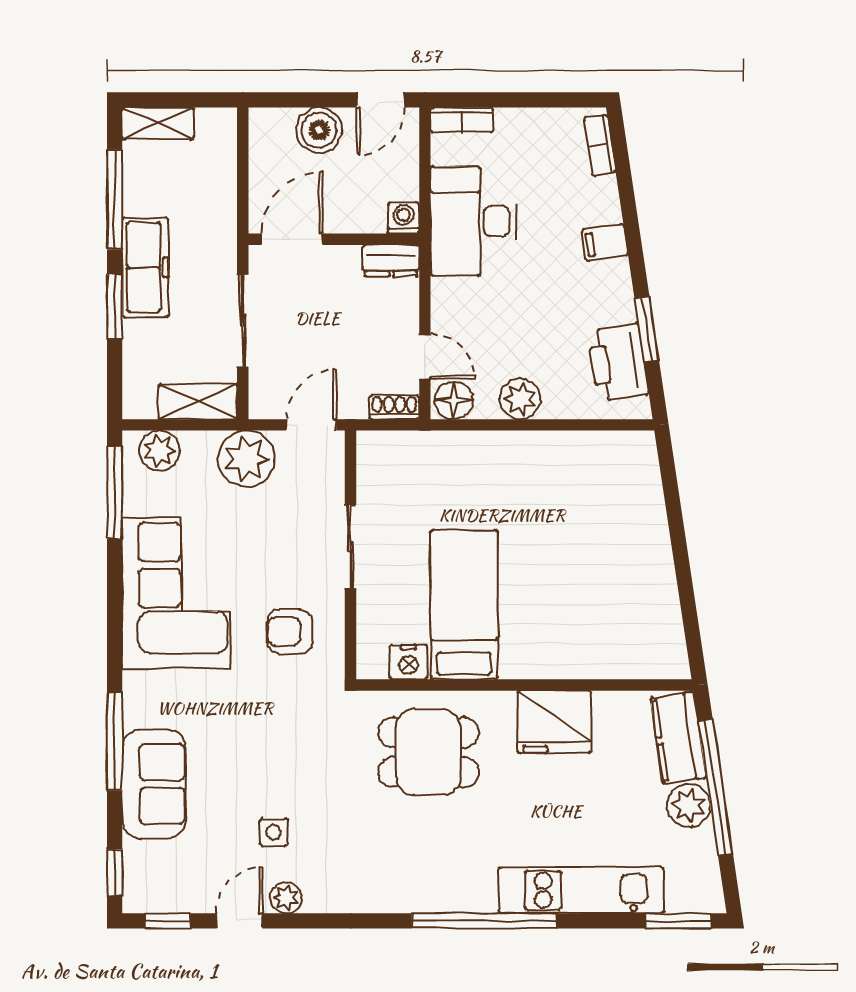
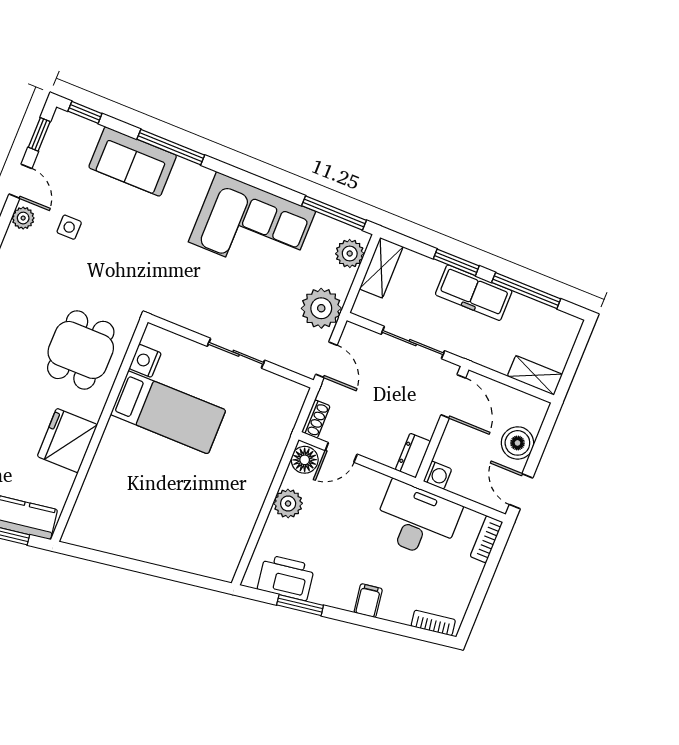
shelving: (158, 123) -> (535, 375), moved, turned 90
shelving: (198, 402) -> (381, 268), moved
armchair: (290, 632) -> (197, 291), removed

